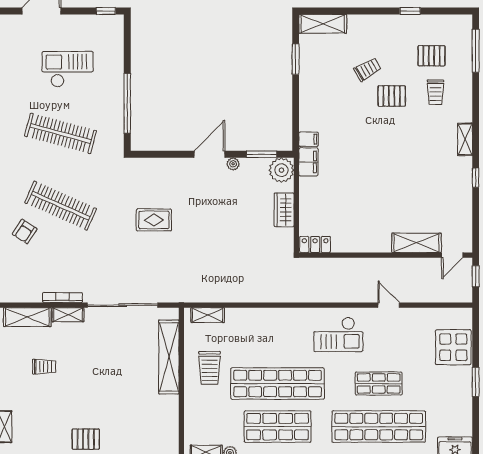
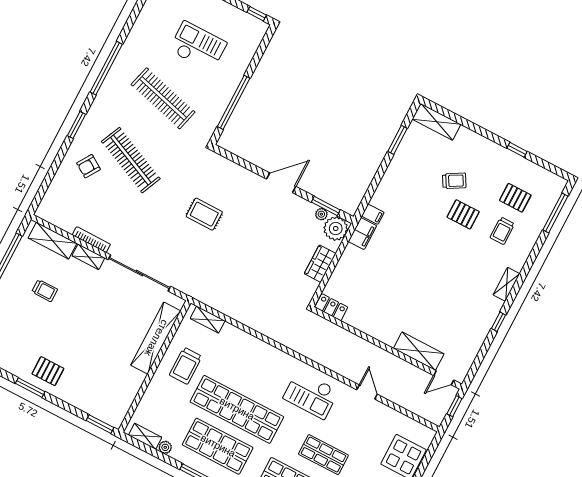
plant: (233, 164) -> (321, 214), moved

